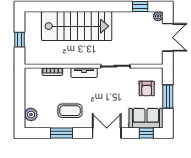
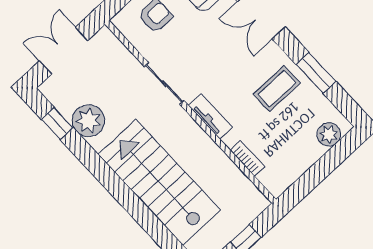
plant: (158, 16) -> (88, 121), moved, width x1.88, depth x1.88
coffee table: (70, 111) -> (277, 89), turned 90

